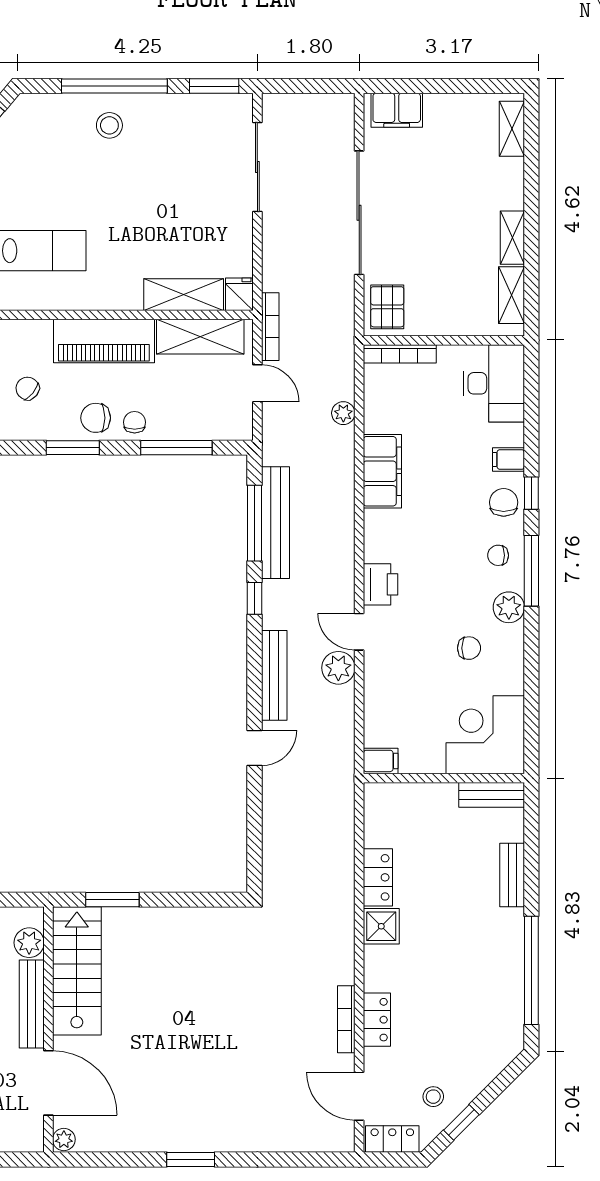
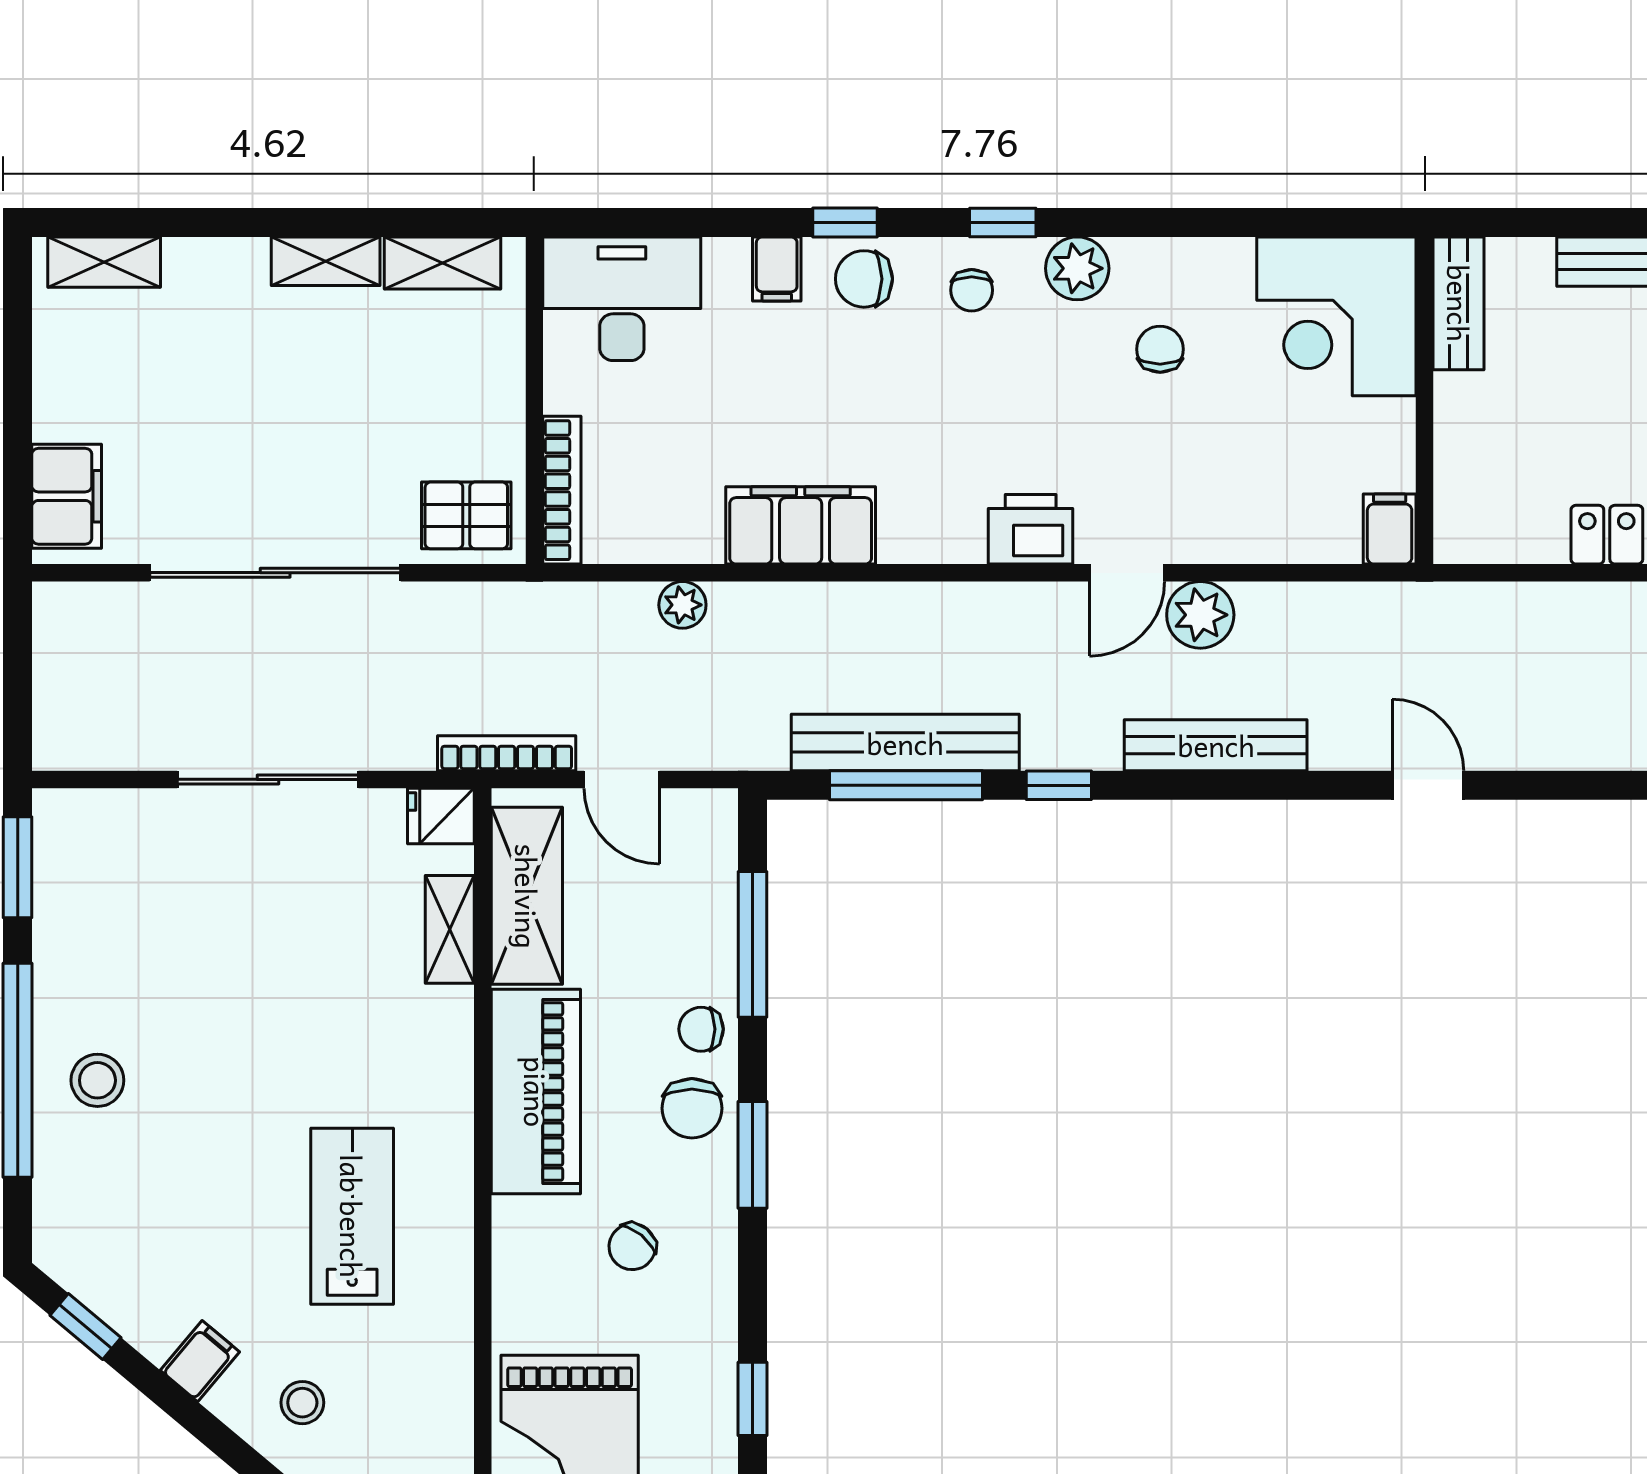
sliding door: (257, 167) -> (268, 779), moved
shelving: (184, 295) -> (450, 929), width x0.67, depth x0.75
door: (257, 383) -> (622, 779), swing flipped
window: (531, 571) -> (1003, 222), width x0.46
door: (255, 748) -> (1428, 785), moved

